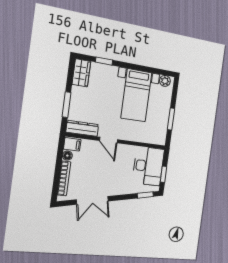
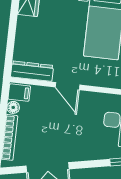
window: (67, 105) -> (11, 41), removed

